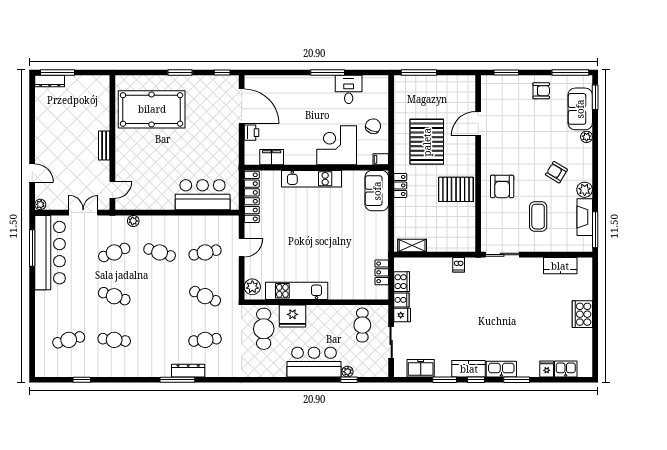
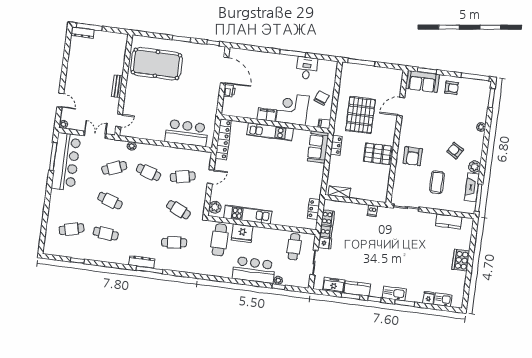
sofa: (580, 109) -> (422, 81), moved, turned -90
filing cabinet: (272, 157) -> (267, 115), moved
kitchen counter: (469, 369) -> (357, 288), moved
dresser: (188, 371) -> (142, 262), moved

